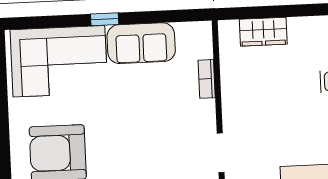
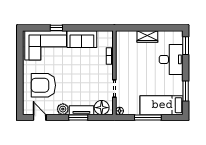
window: (105, 19) -> (56, 28), moved
wardrobe: (263, 32) -> (147, 36), moved

